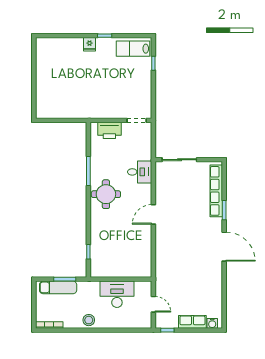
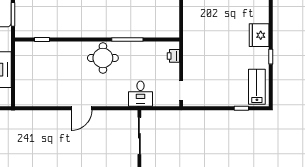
fridge: (89, 44) -> (259, 35), width x1.88, depth x1.34
printer: (109, 130) -> (173, 56), width x0.53, depth x0.68
desk: (140, 172) -> (141, 94), moved
door: (153, 214) -> (81, 108), swing flipped

